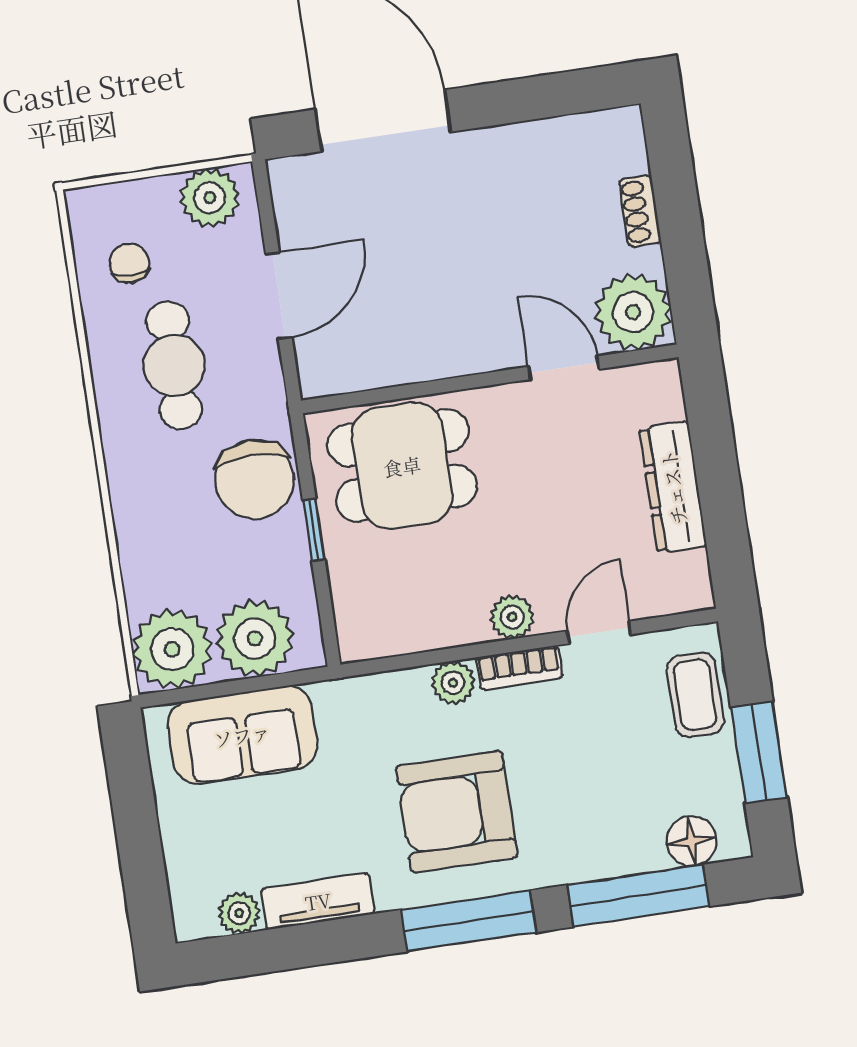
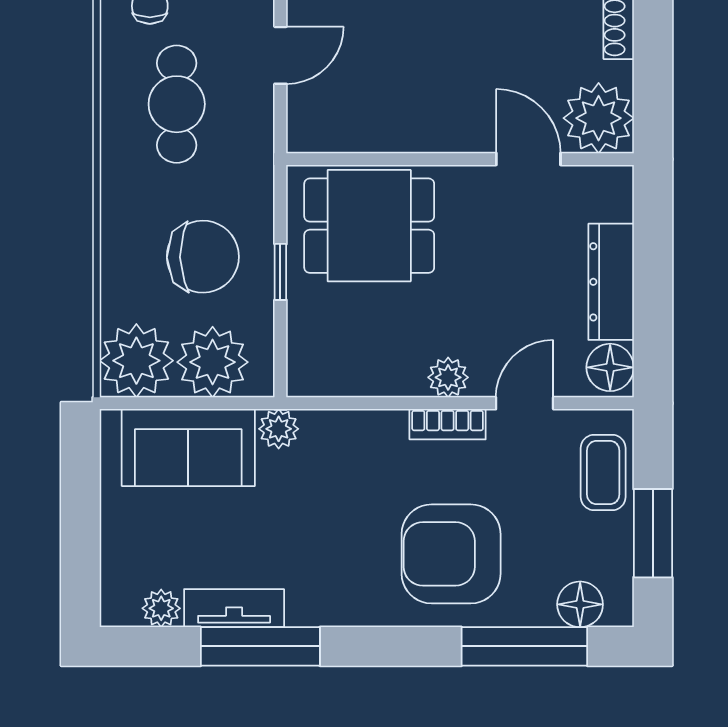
door: (279, 296) -> (280, 55), width x0.73
chair: (255, 479) -> (203, 257), moved, turned -91
floor lamp: (686, 580) -> (610, 367), added
plant: (453, 683) -> (279, 429), moved
armchair: (457, 812) -> (451, 554), moved
window: (469, 921) -> (260, 646), moved

